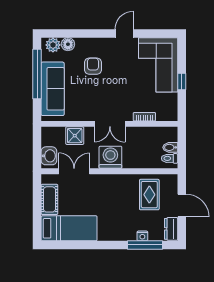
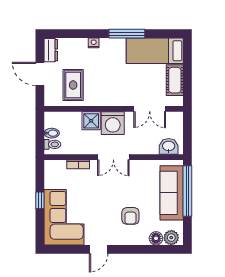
window: (37, 74) -> (187, 191), moved
double door: (110, 124) -> (113, 157), swing flipped
shower: (75, 136) -> (91, 121), moved
washbasin: (49, 156) -> (169, 146), moved, turned 90
toilet: (170, 158) -> (52, 144), moved
nightstand: (142, 236) -> (94, 43), moved
window: (145, 245) -> (127, 34), moved

